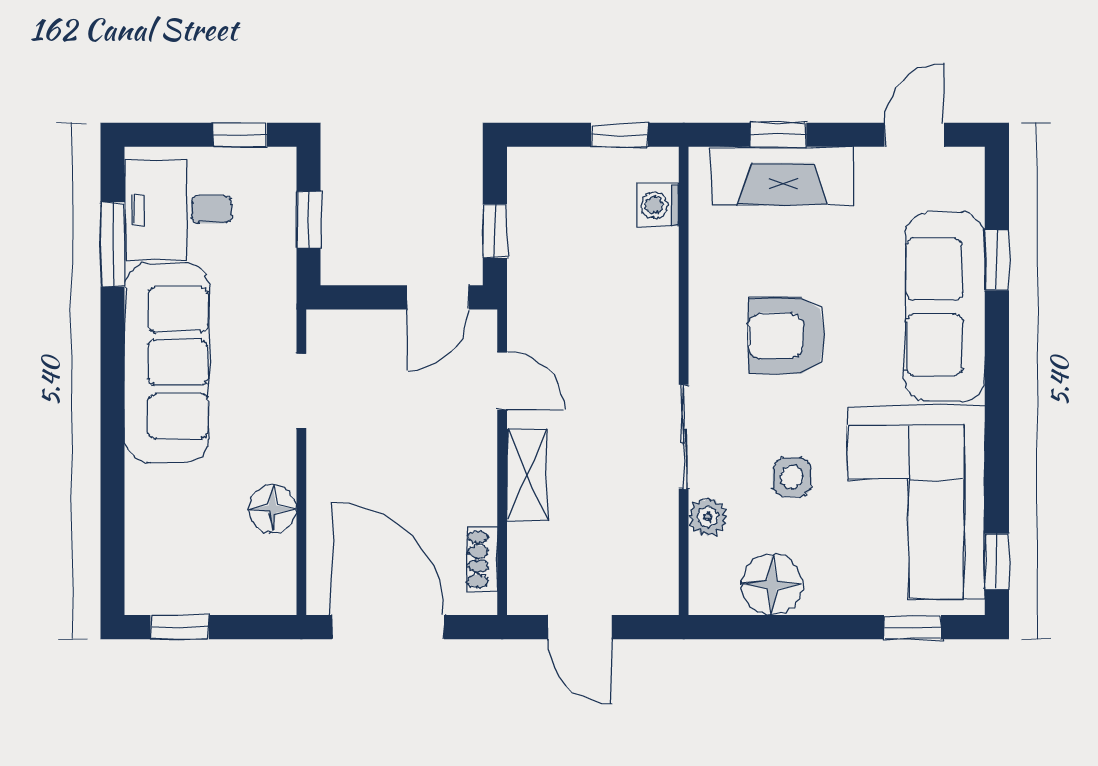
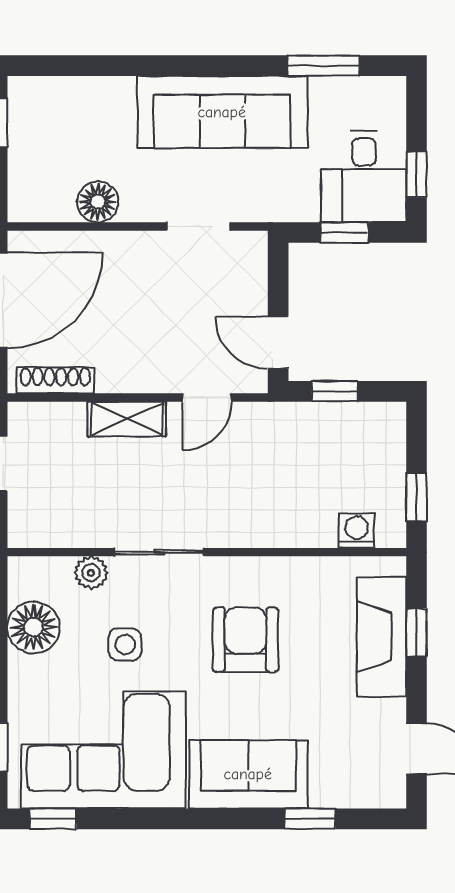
desk: (178, 209) -> (364, 177), moved, turned 180
sofa: (945, 307) -> (248, 774), width x0.73
shoe rack: (482, 559) -> (55, 380), width x1.43

